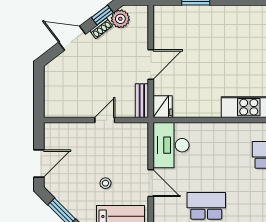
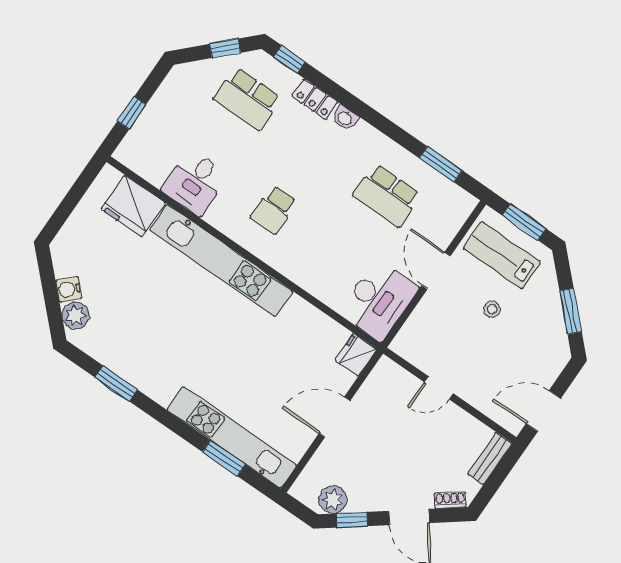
kitchen unit: (199, 14) -> (232, 437), added
shoe rack: (101, 28) -> (450, 500), moved
bench: (142, 101) -> (490, 459), moved
door: (39, 164) -> (543, 411), moved

